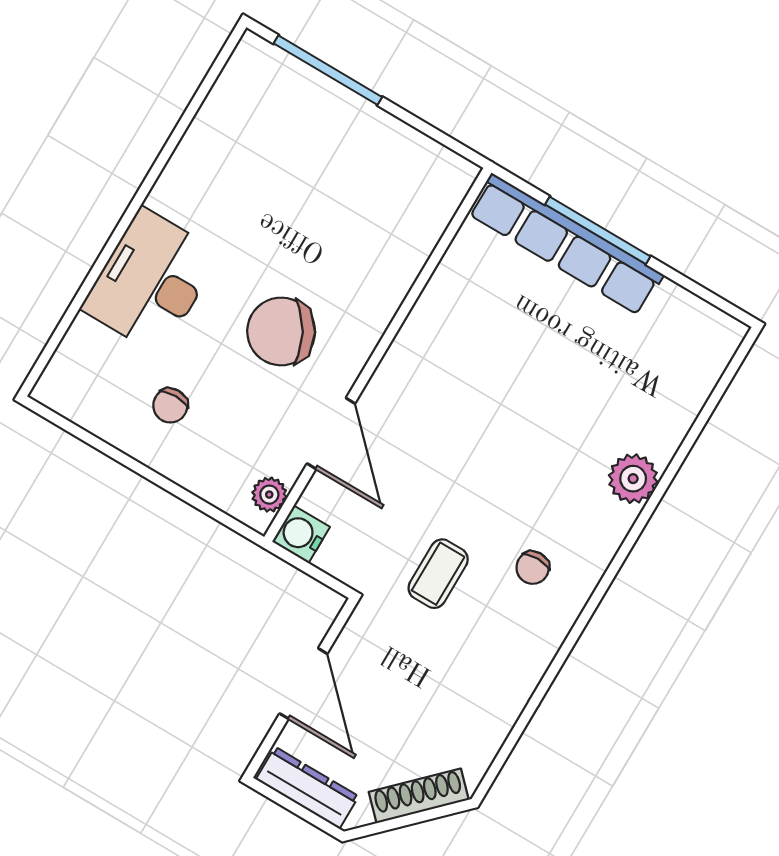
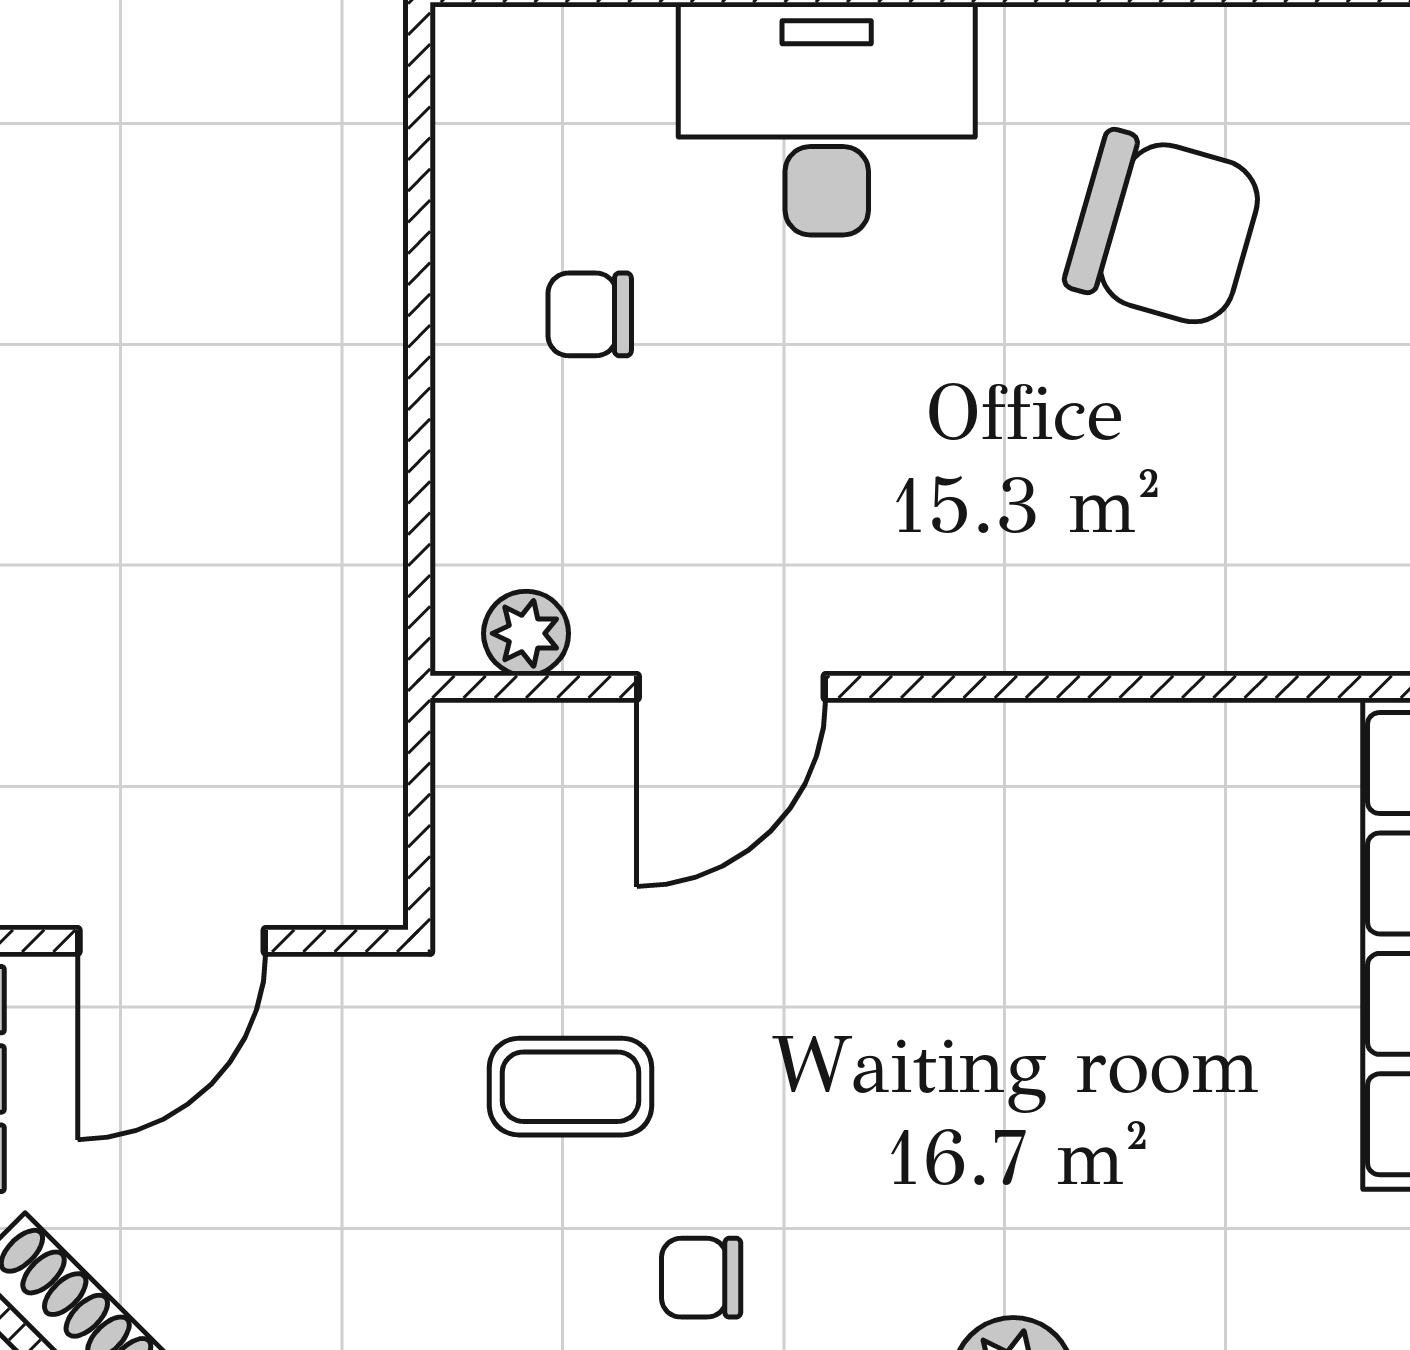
chair: (281, 331) -> (1165, 229), moved, turned 135
water cooler: (301, 534) -> (482, 750), removed

